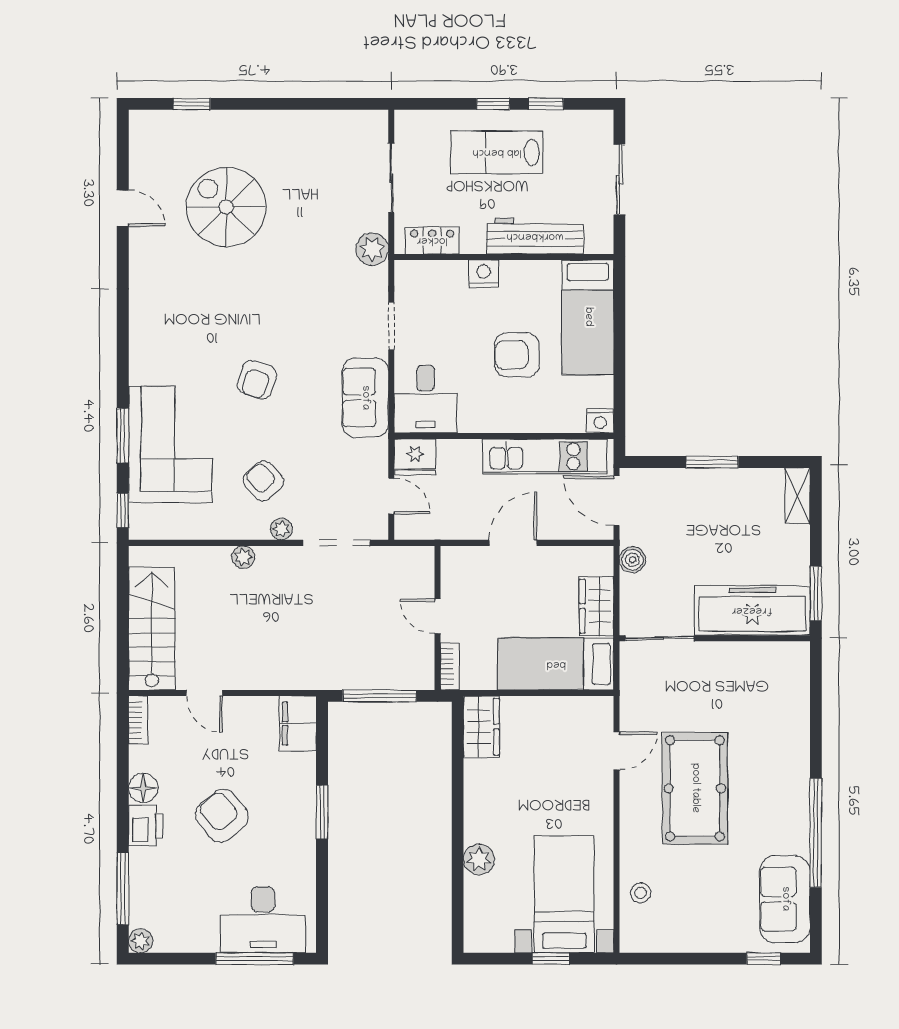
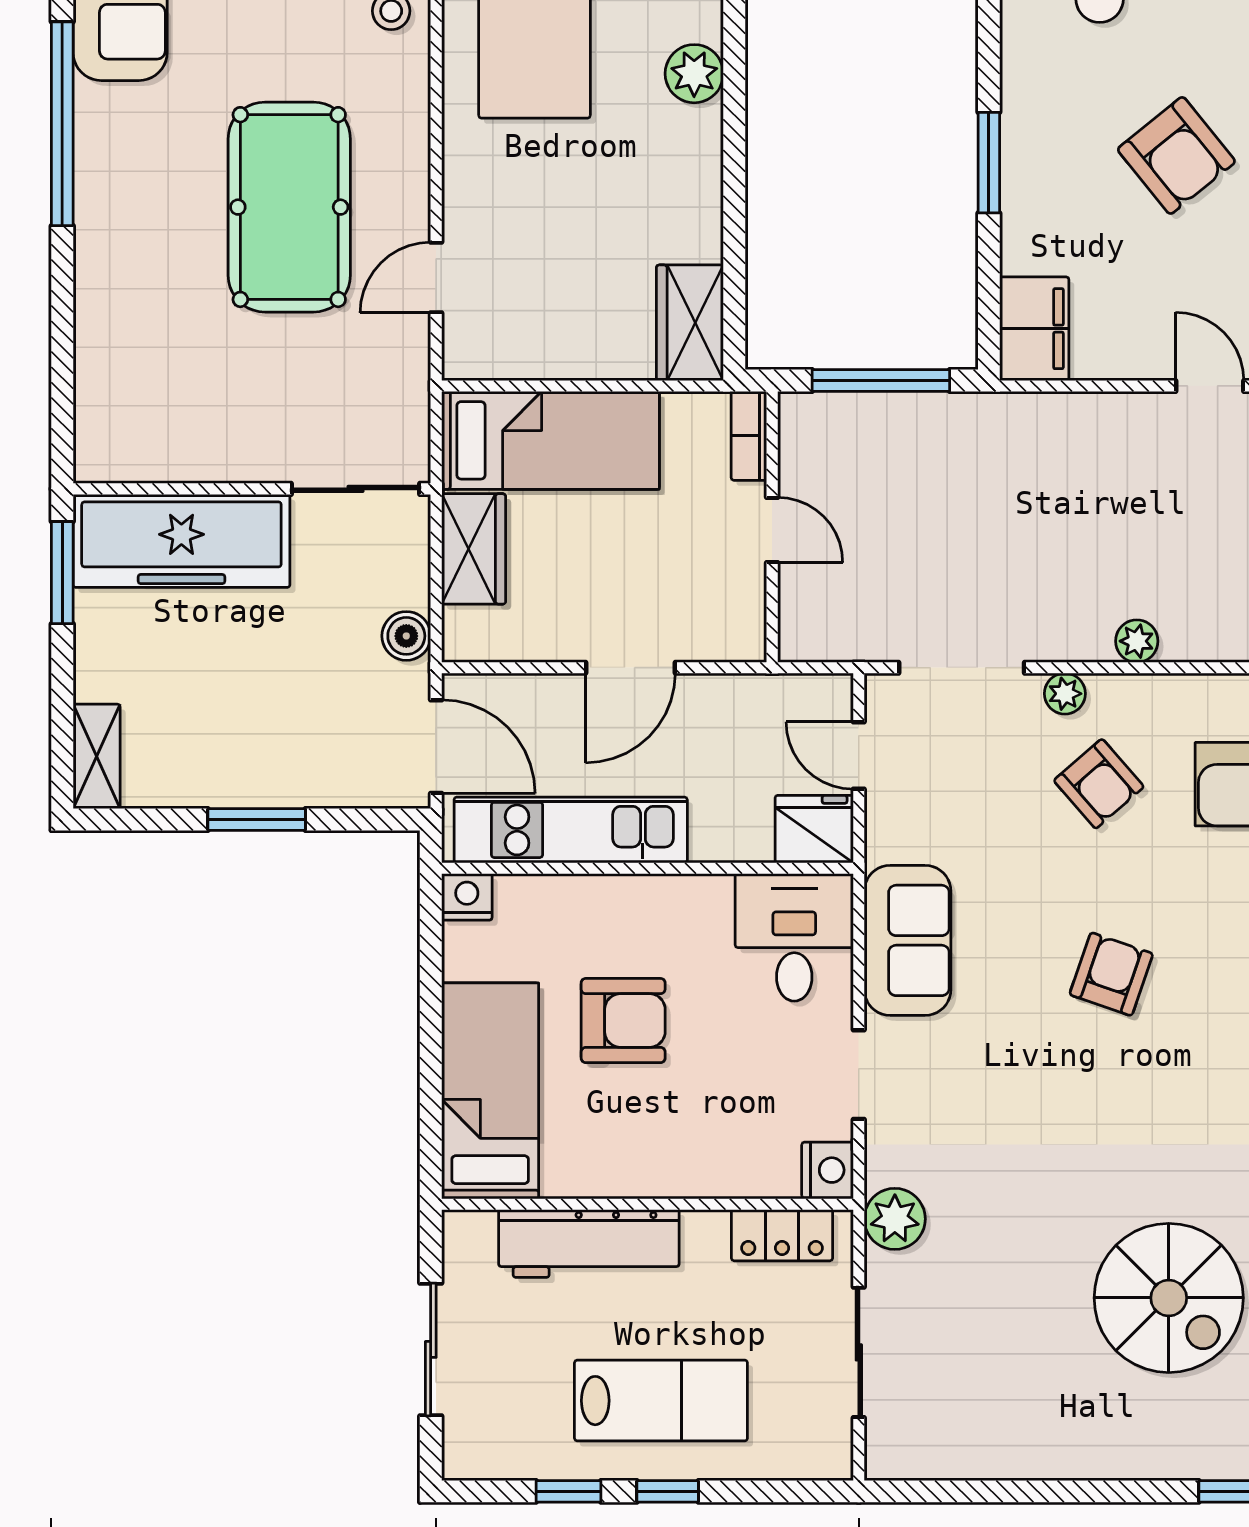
nightstand: (484, 274) -> (828, 1170), moved, turned -90

